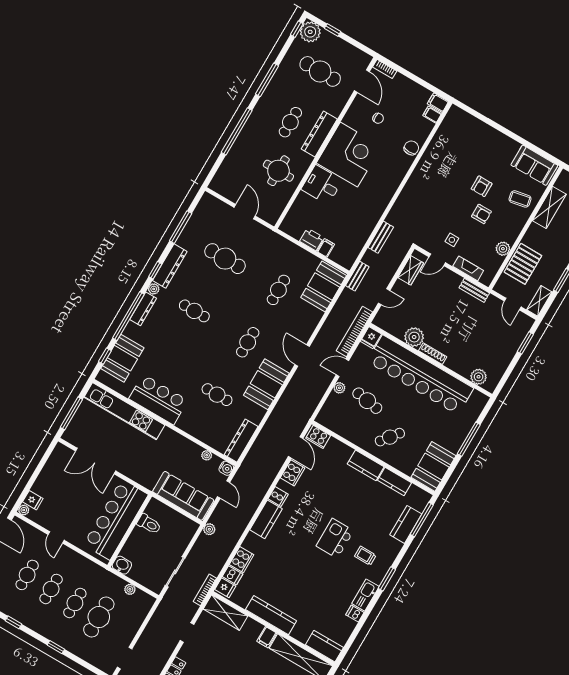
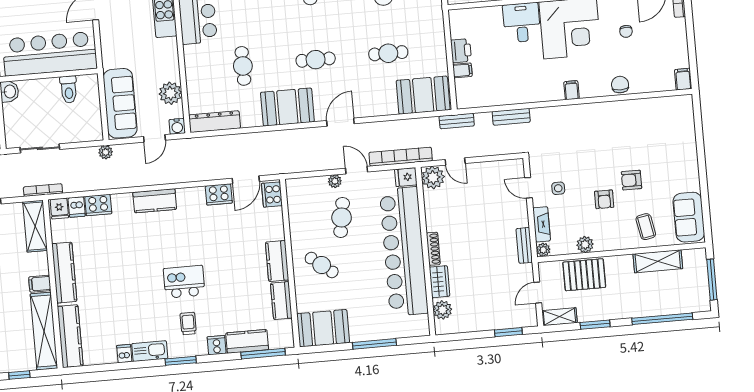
filing cabinet: (432, 115) -> (572, 90), moved
chair: (411, 148) -> (620, 85), turned -90
wardrobe: (411, 270) -> (440, 282), moved, turned -90
plant: (486, 280) -> (543, 250), added
plant: (414, 337) -> (433, 177), moved
plant: (207, 455) -> (170, 93), width x1.88, depth x1.88
cooker: (278, 496) -> (217, 345), moved, turned 180
kitchen counter: (324, 646) -> (70, 336), width x1.50

